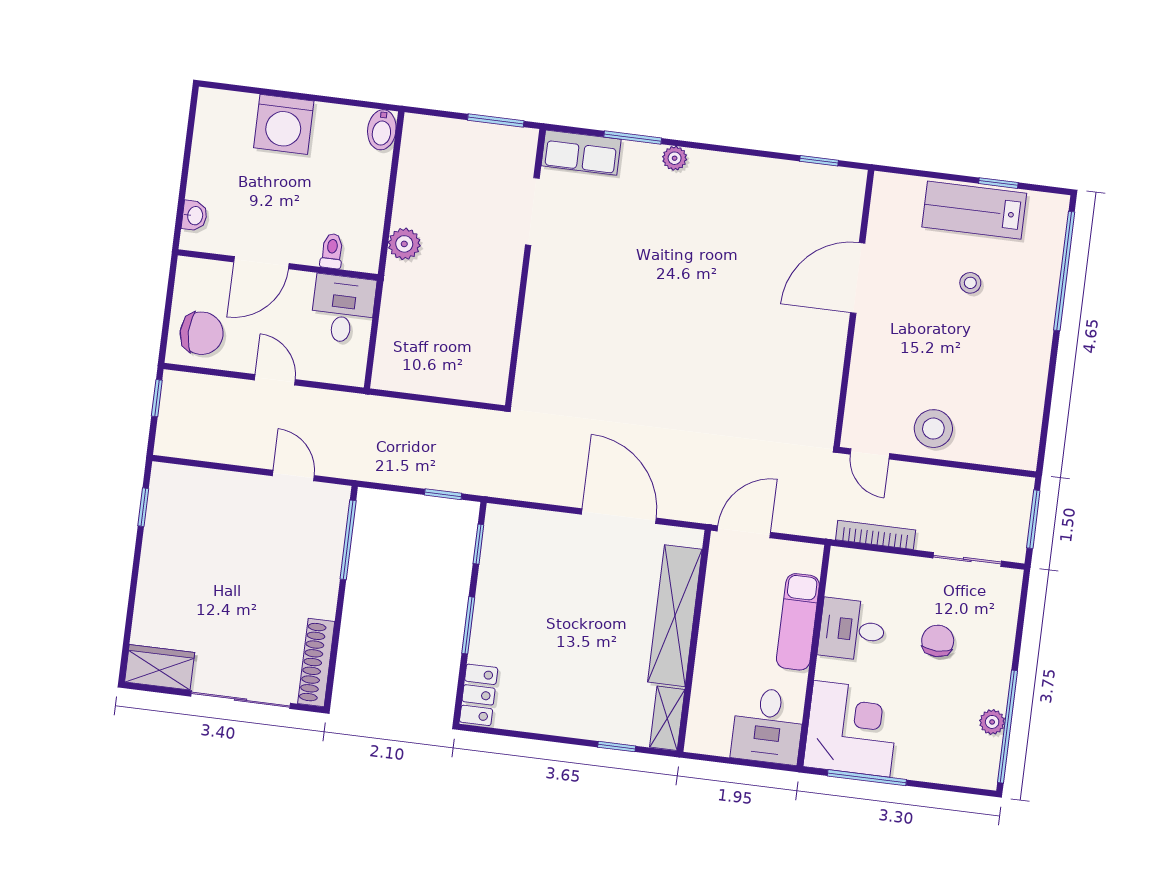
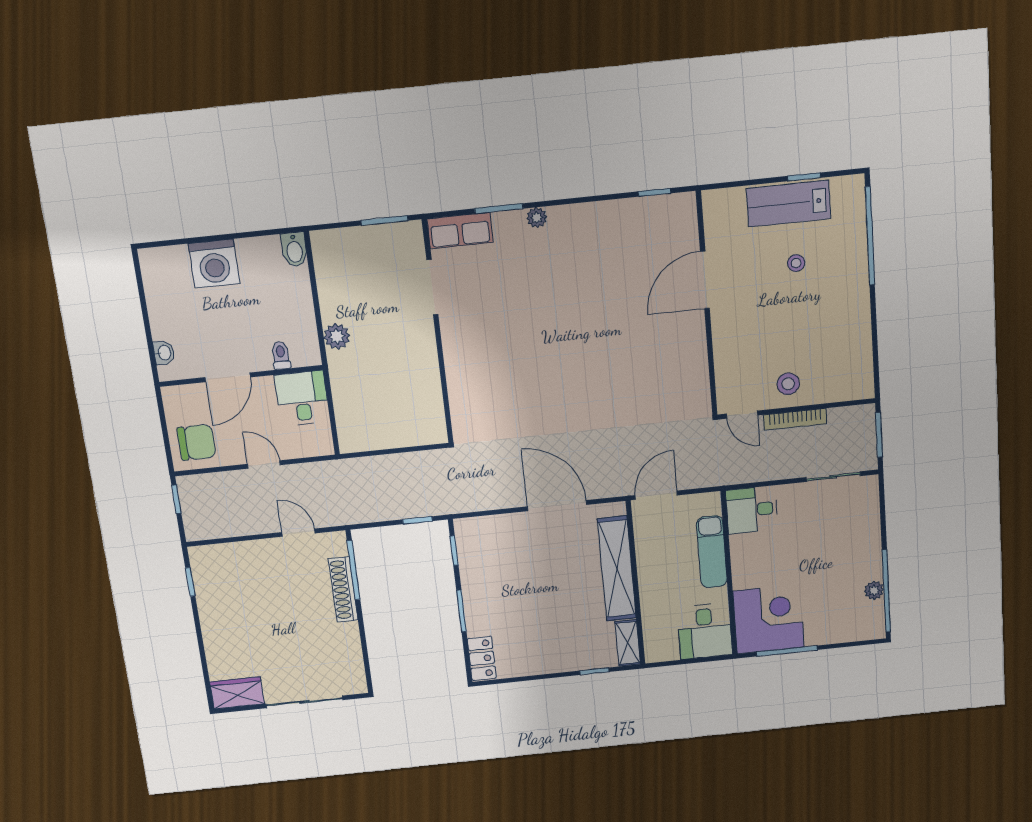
stool: (933, 429) -> (788, 384), width x0.73, depth x0.73
bookcase: (876, 535) -> (795, 419), moved, turned 180
desk: (852, 630) -> (752, 510), moved
chair: (938, 641) -> (822, 542), removed
shoe rack: (316, 662) -> (343, 590), moved

